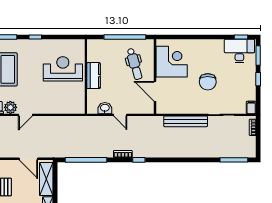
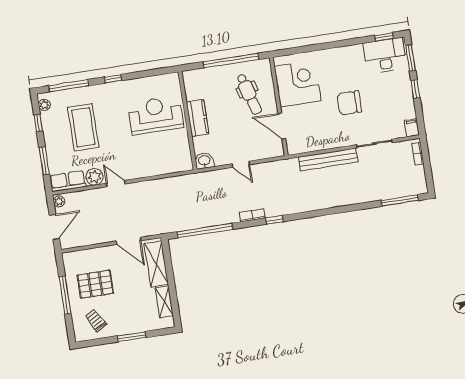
chair: (208, 82) -> (349, 103), turned 90
washbasin: (105, 108) -> (204, 161), moved
door: (25, 115) -> (116, 184), swing flipped

